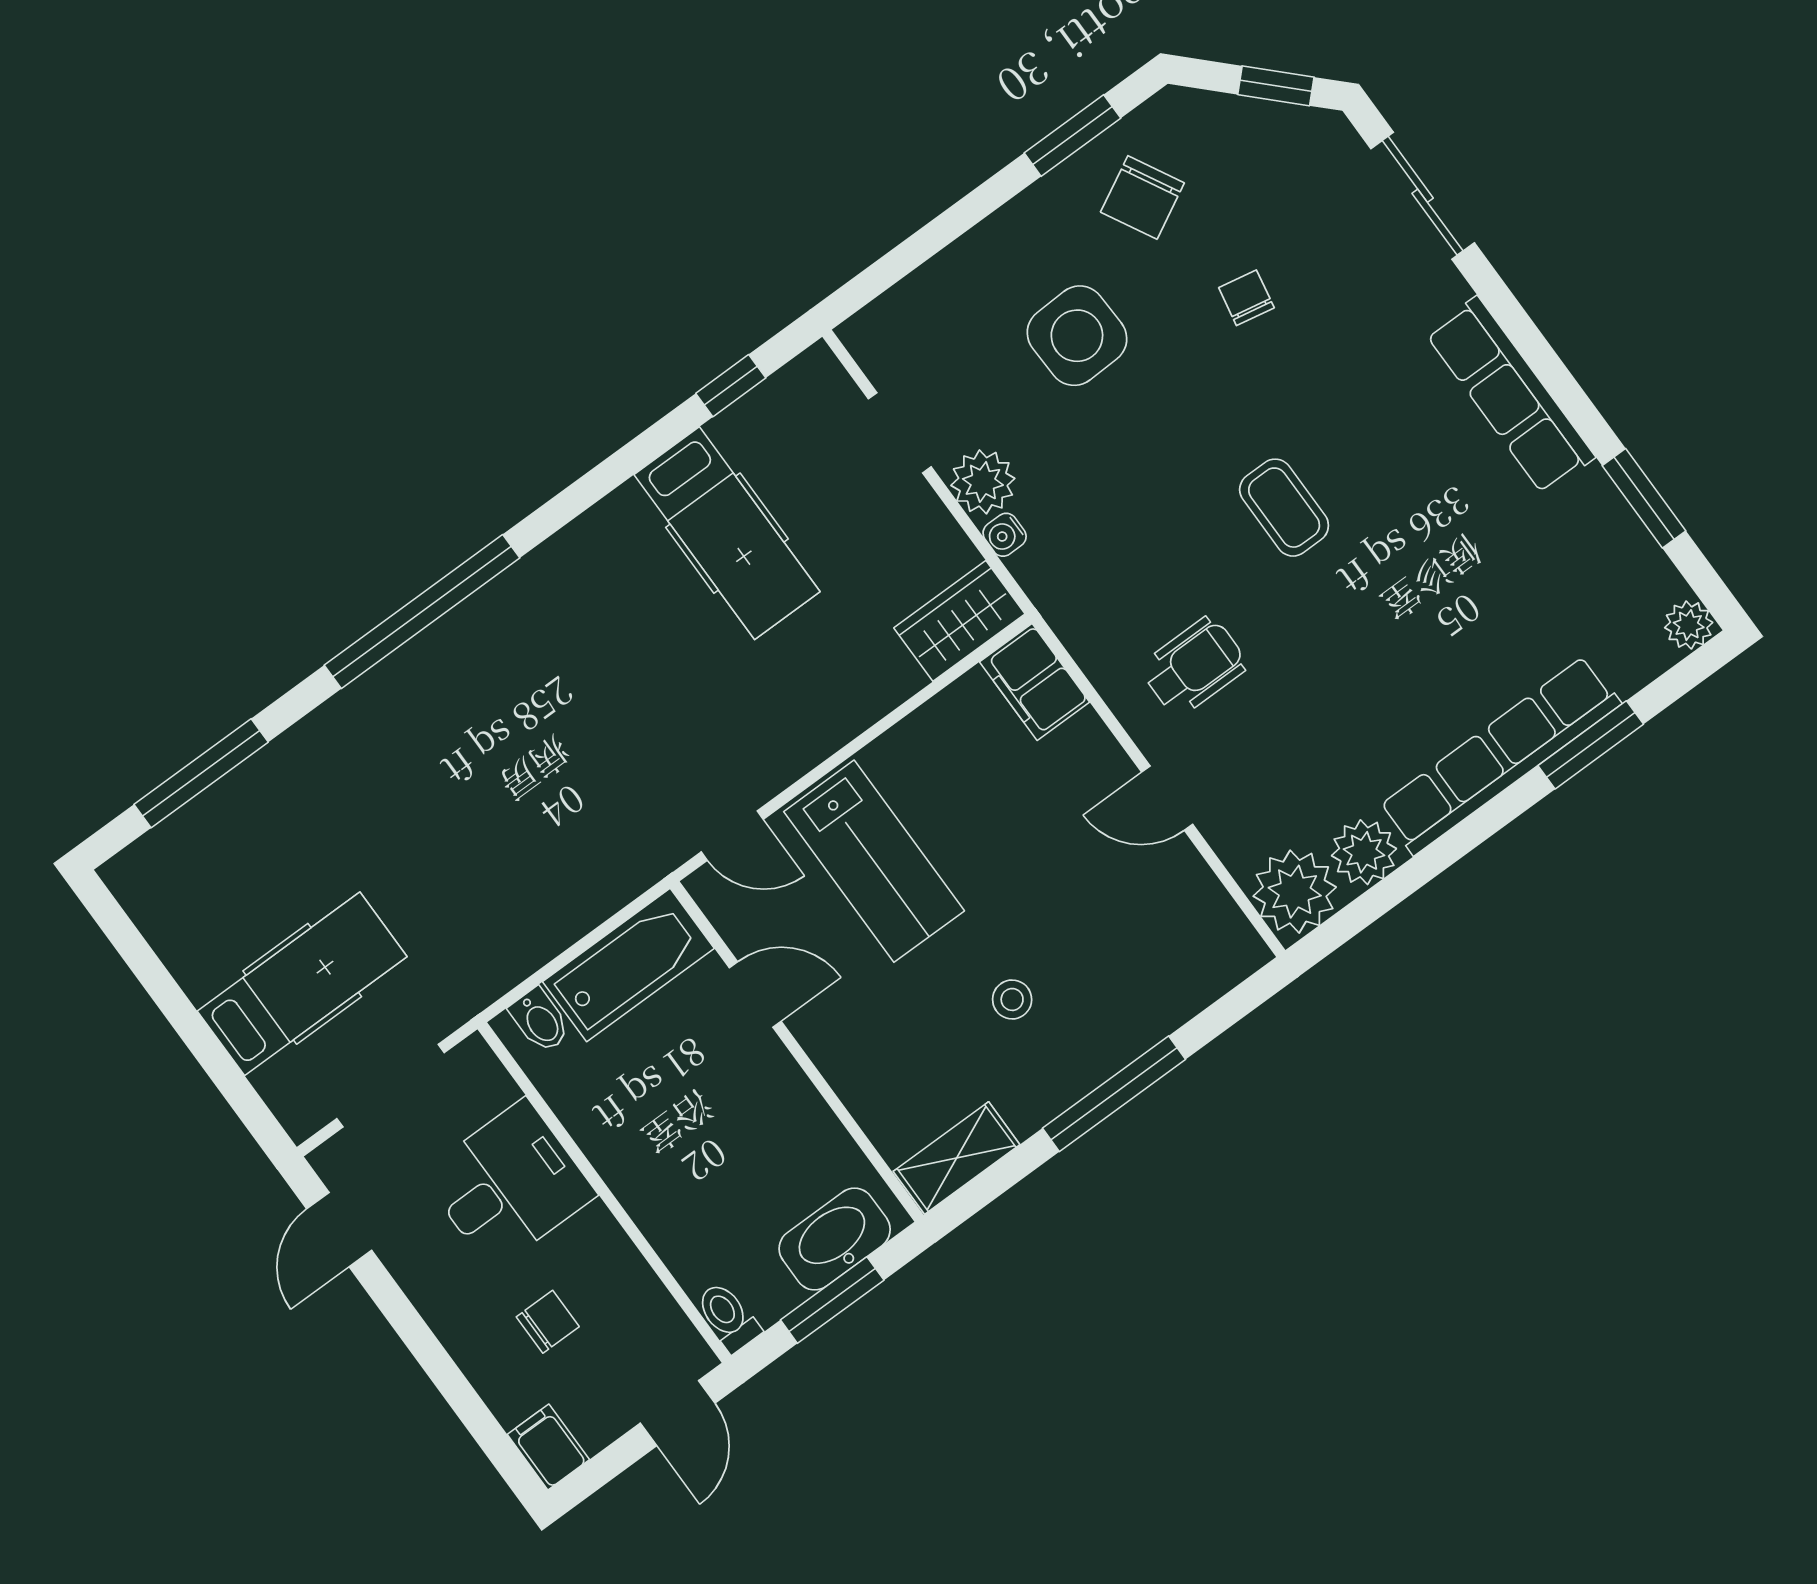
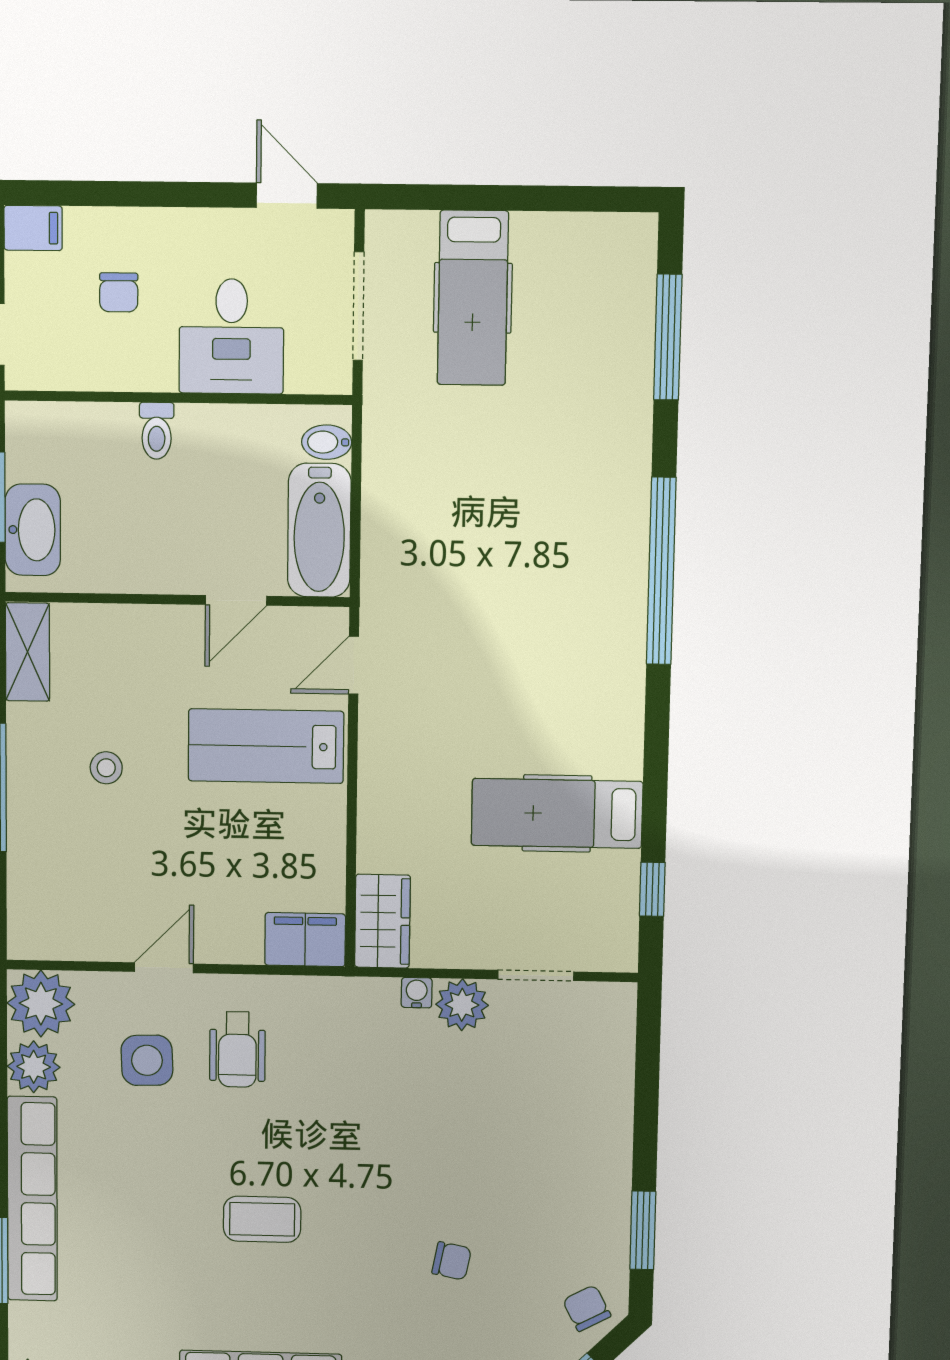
chair: (1142, 197) -> (587, 1308), moved, width x0.73, depth x0.73
side table: (1077, 336) -> (147, 1060), moved, width x0.73, depth x0.73
coffee table: (1284, 508) -> (262, 1219), moved
toilet: (728, 1317) -> (157, 431), moved, turned 90

